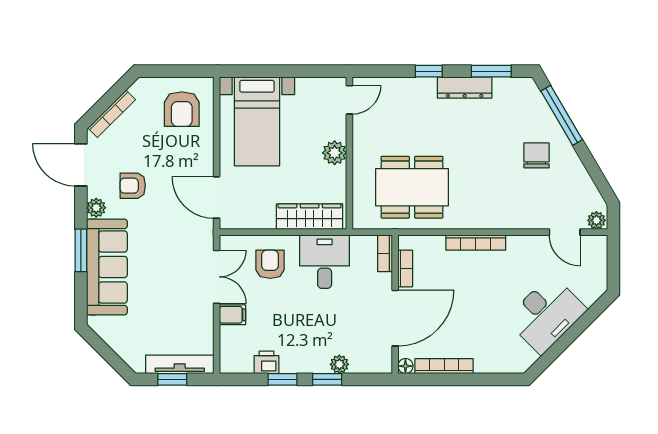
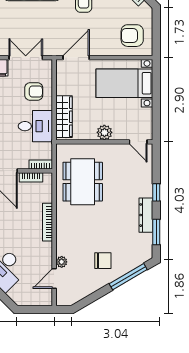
plant: (596, 220) -> (62, 262), moved
double door: (217, 277) -> (26, 58), swing flipped

